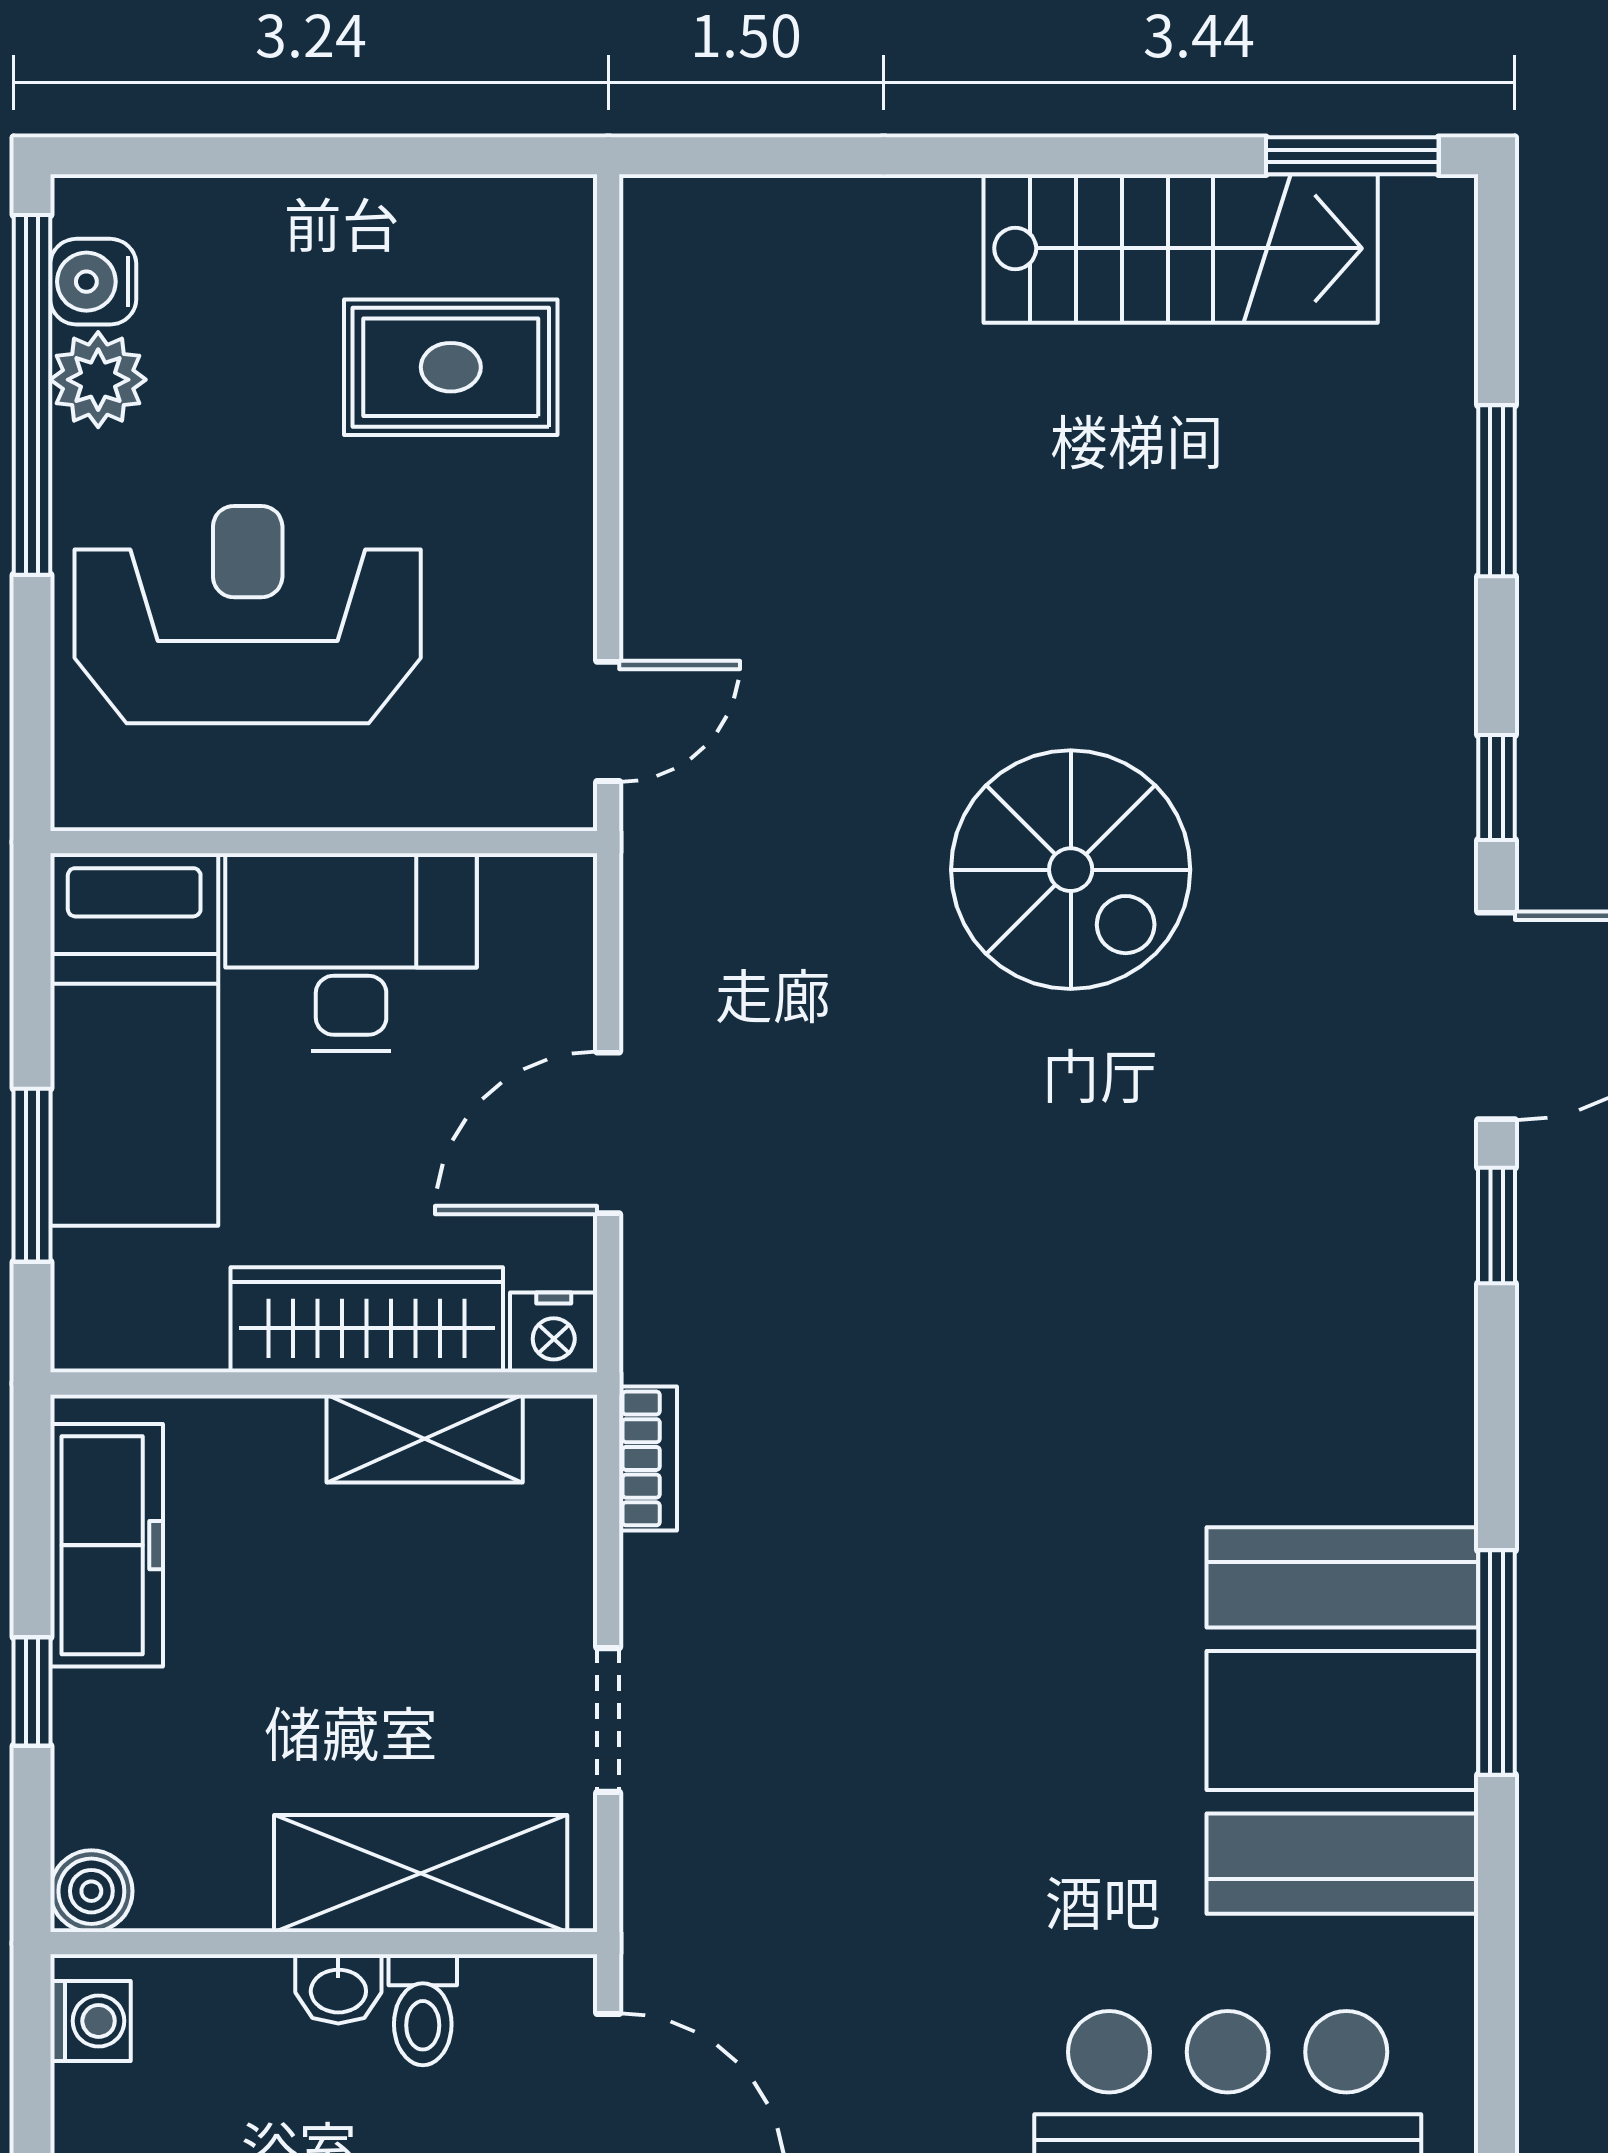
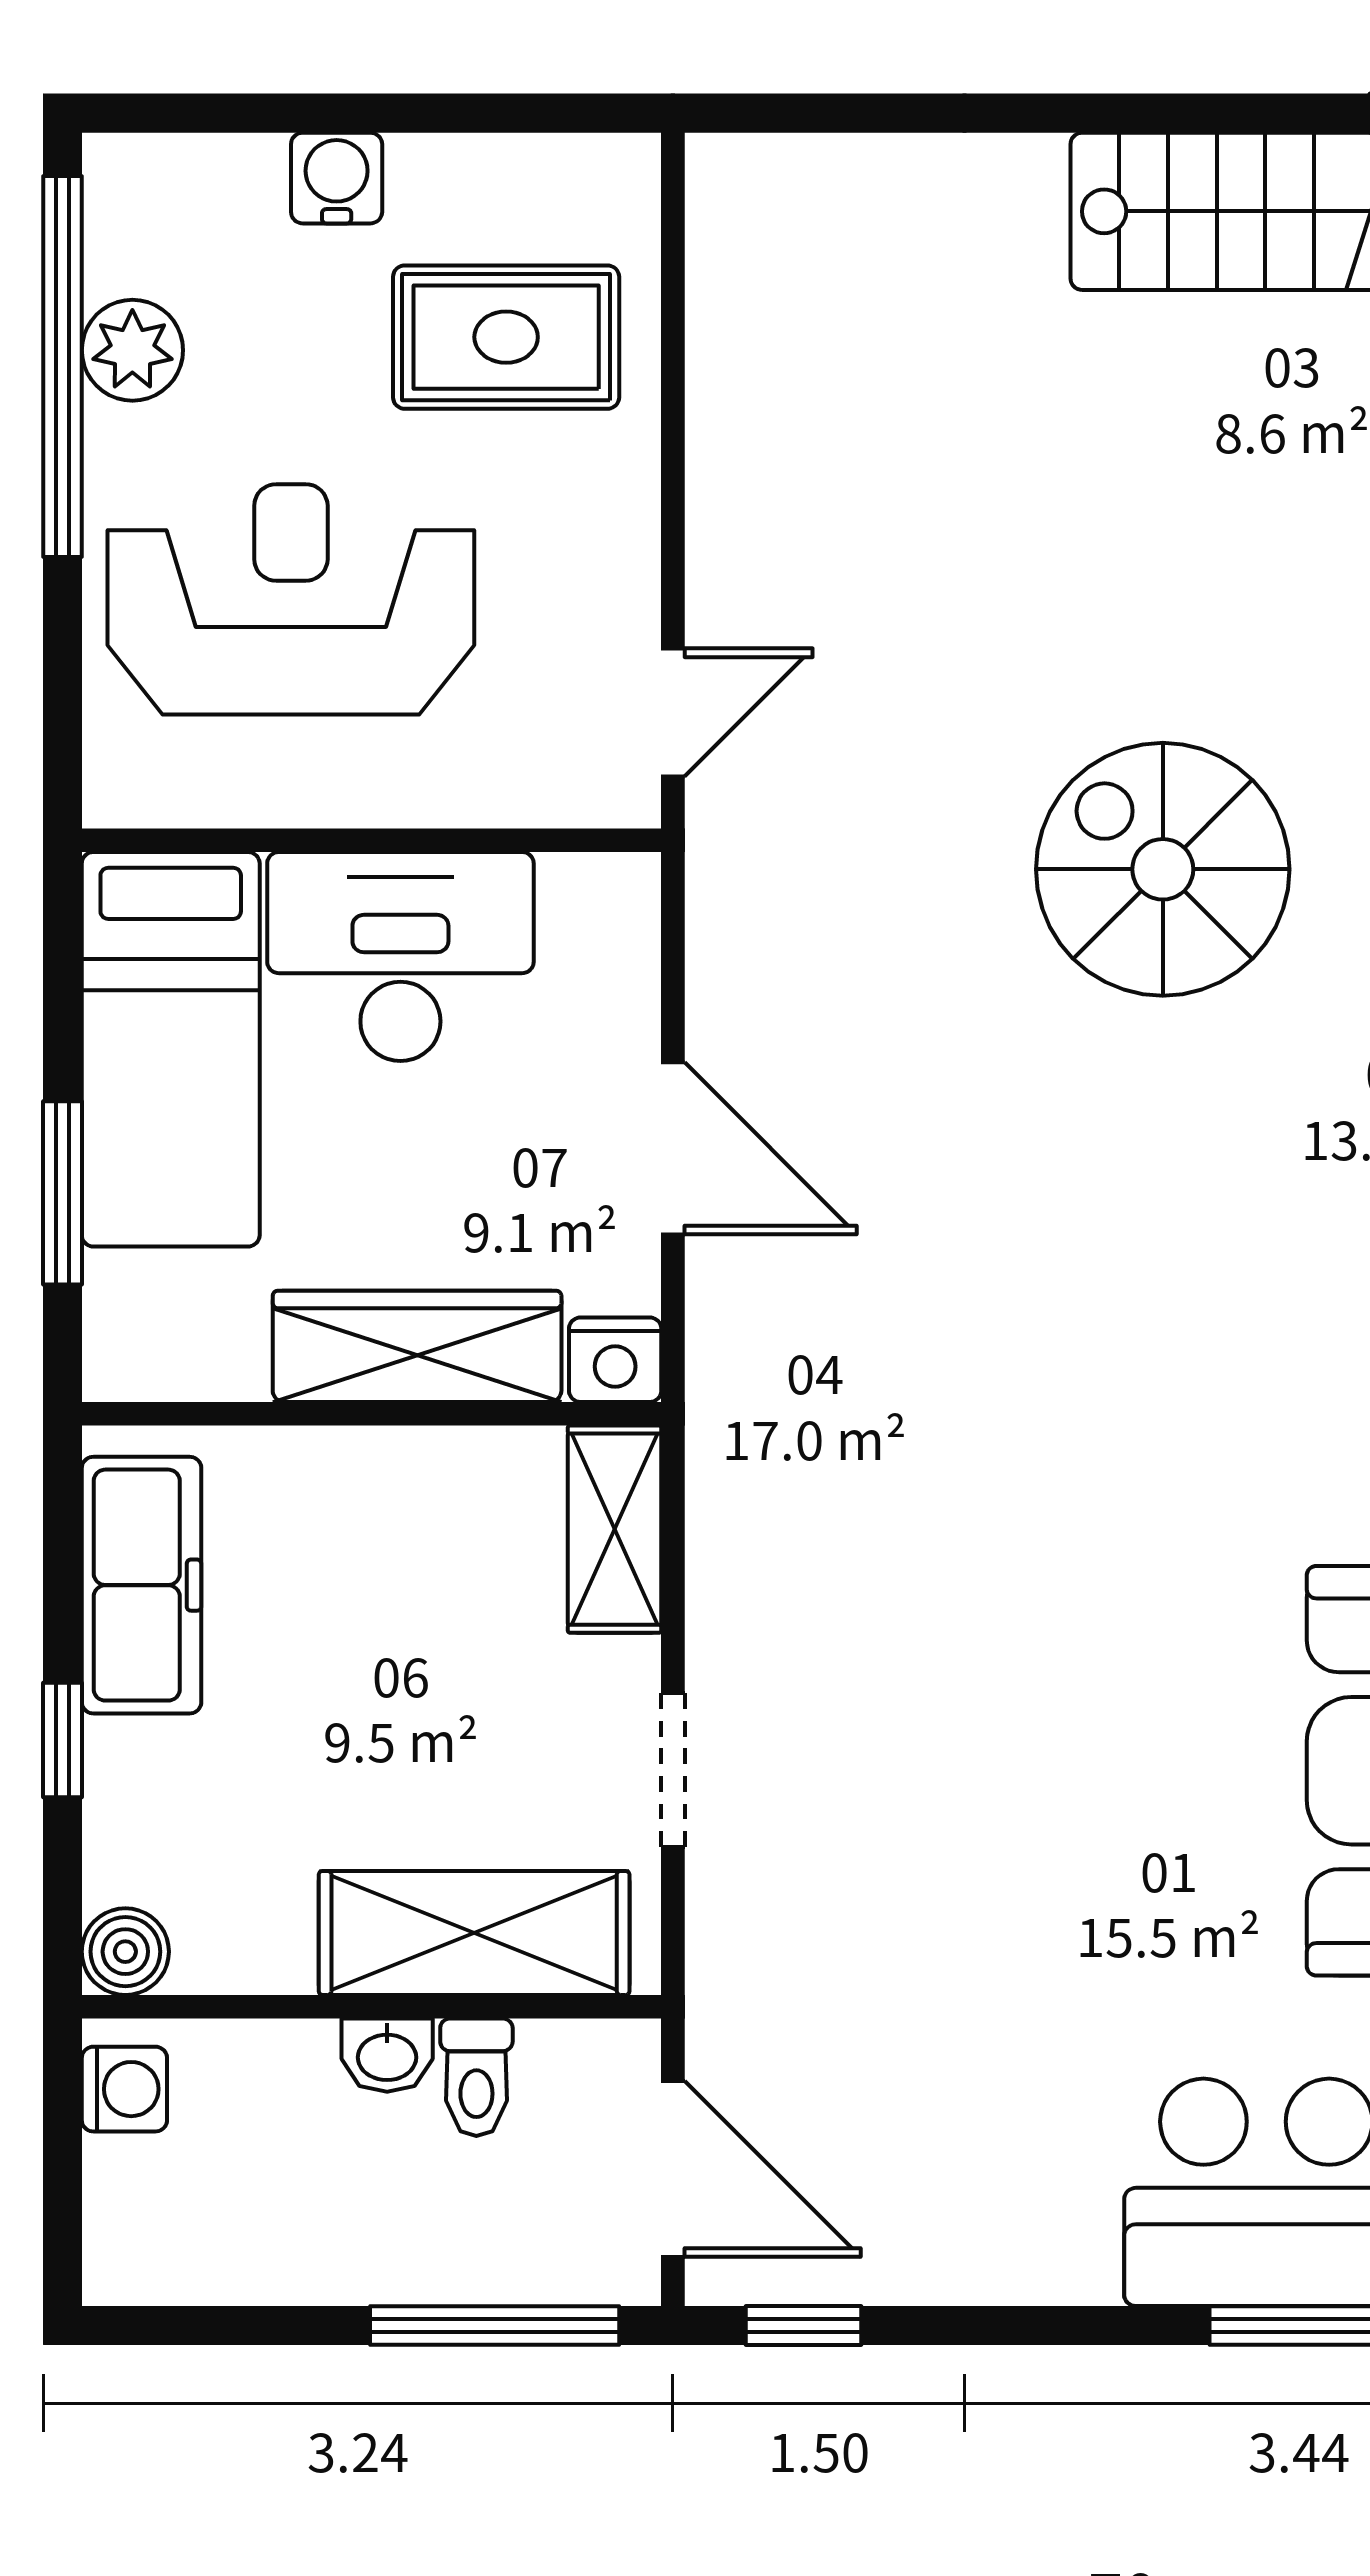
water cooler: (93, 282) -> (337, 178), moved, turned 90
spiral stairs: (1071, 870) -> (1163, 869), turned 180
door: (608, 1133) -> (673, 1148), swing flipped
shelving: (425, 1439) -> (615, 1529), moved, turned 90
bookcase: (648, 1458) -> (715, 1493), removed

